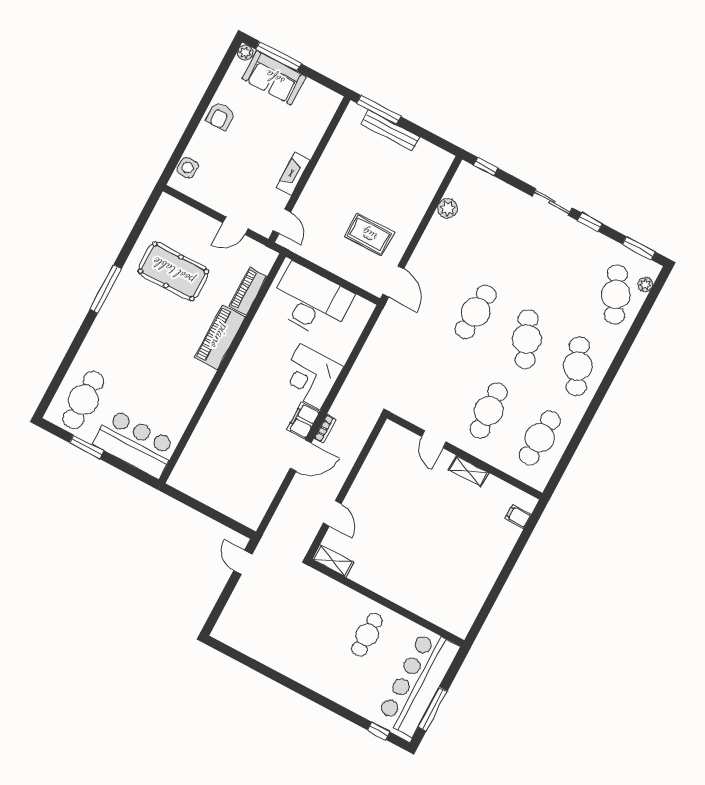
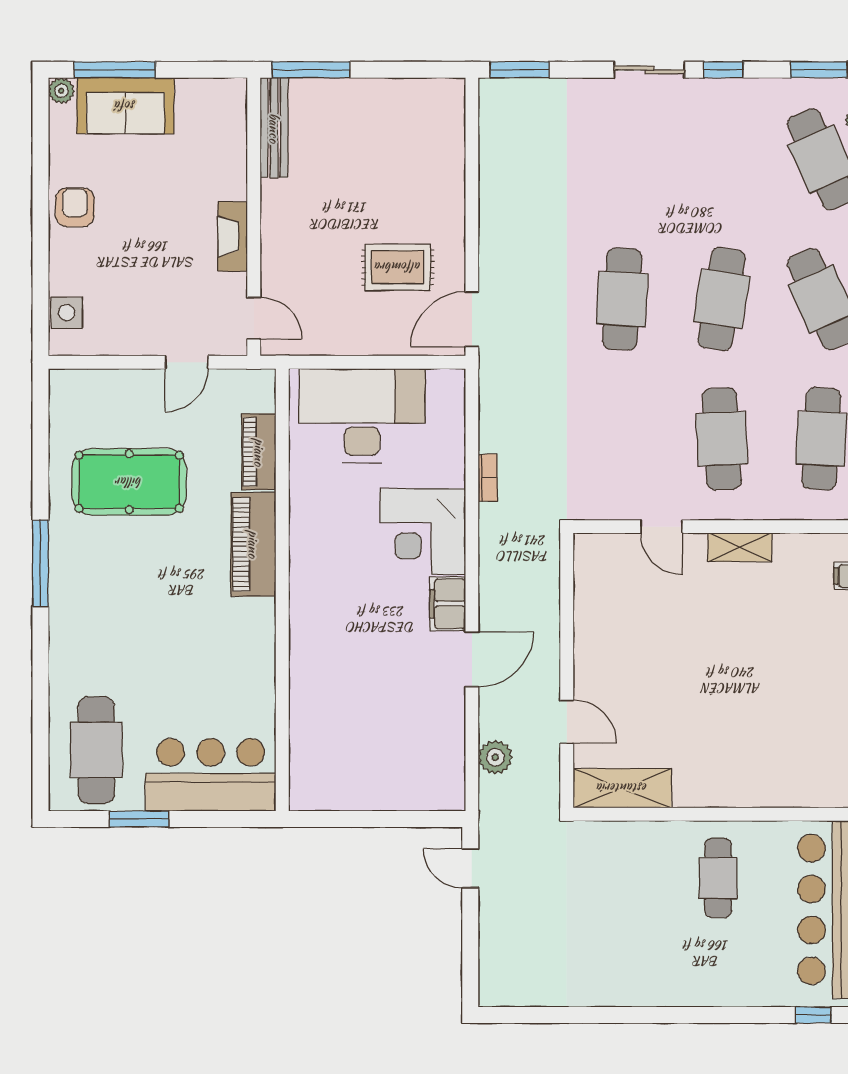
armchair: (220, 116) -> (75, 207), turned 180
bench: (390, 130) -> (274, 128), moved, turned 90
window: (486, 167) -> (520, 70), width x1.50
plant: (447, 208) -> (495, 757), moved
door: (393, 281) -> (472, 319), swing flipped
cafe table: (527, 339) -> (722, 299), turned 33
bookcase: (325, 429) -> (488, 478), moved
shelving: (333, 561) -> (622, 788), width x1.50, depth x1.33

